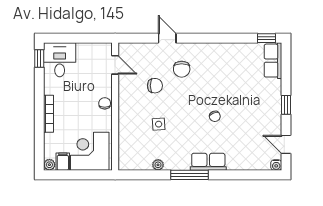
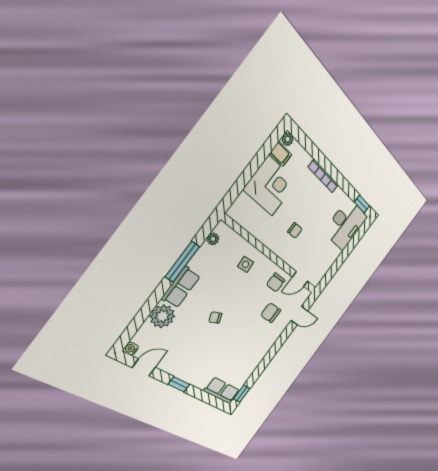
desk: (60, 60) -> (346, 224), width x1.37
door: (115, 65) -> (300, 279), moved
wall: (115, 106) -> (272, 256), moved
plant: (238, 159) -> (162, 316), added

